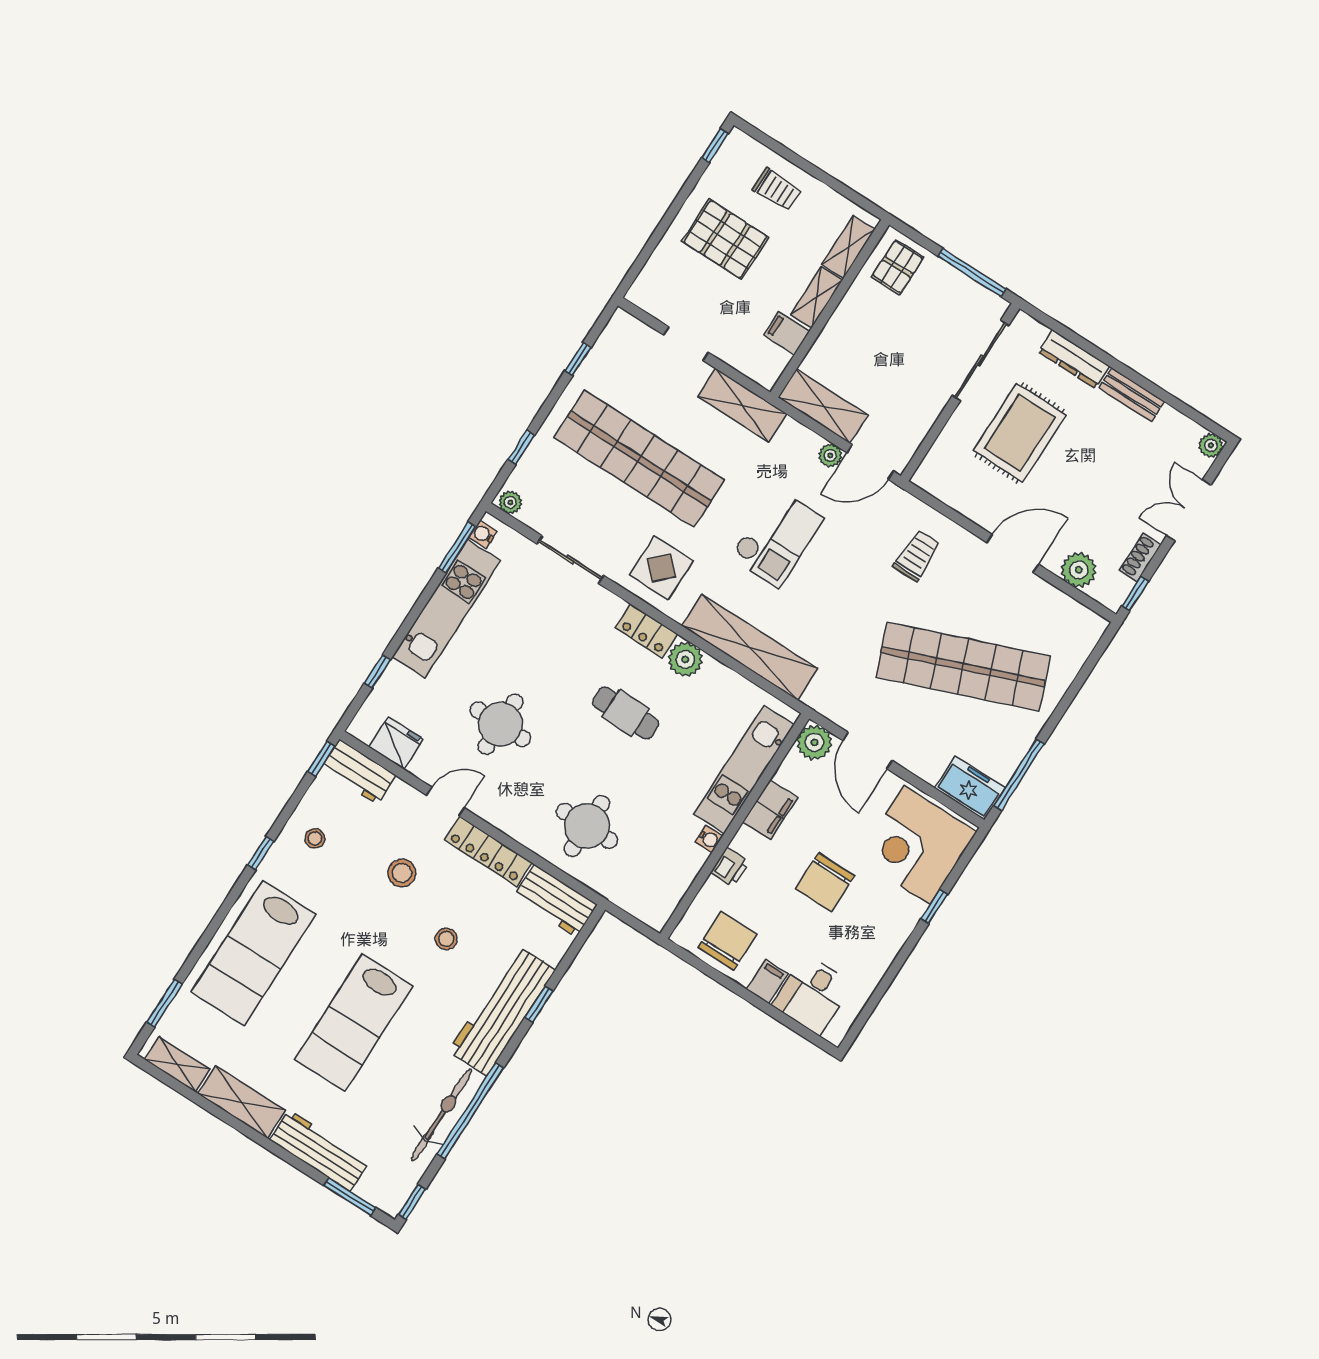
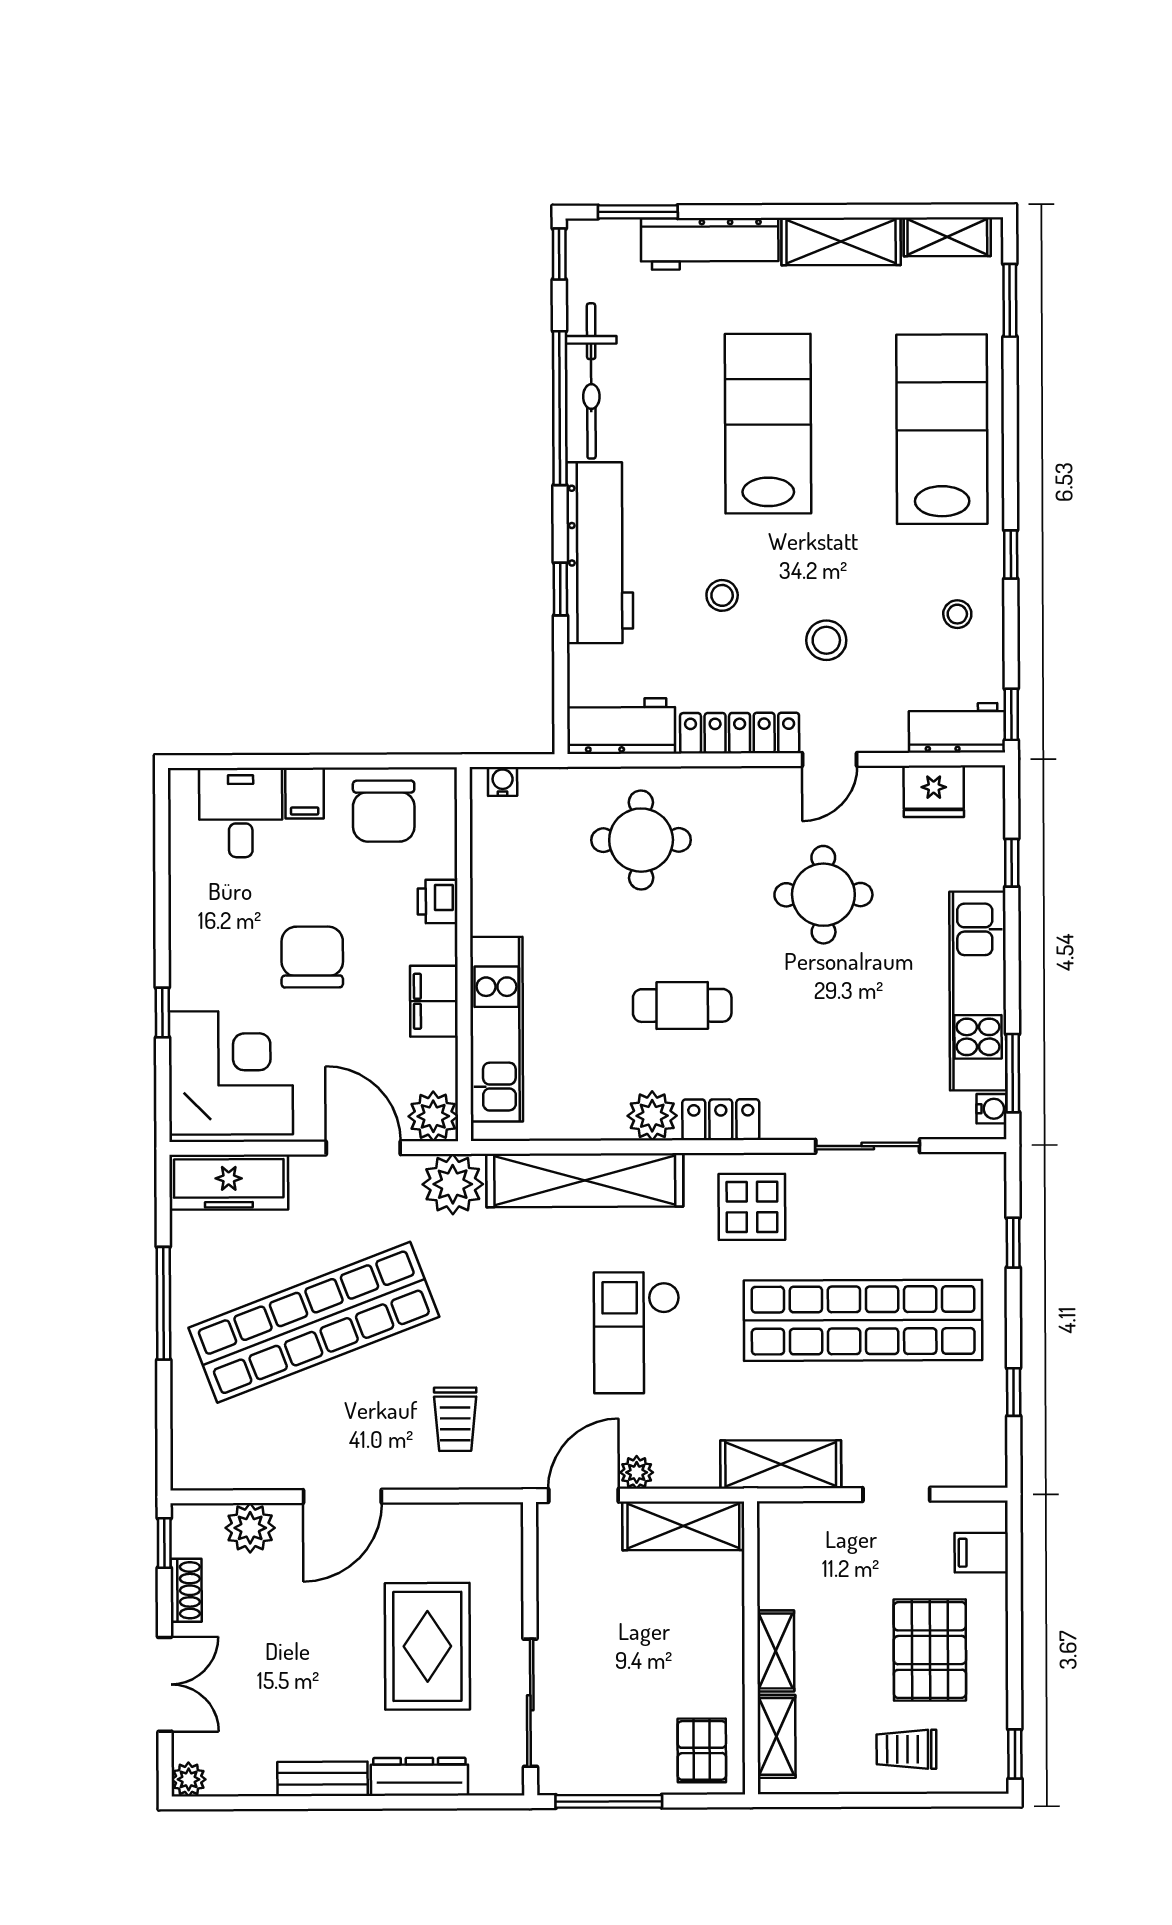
pallet: (725, 239) -> (930, 1650), turned 90
filing cabinet: (787, 333) -> (981, 1553), moved, turned 180
plant: (510, 502) -> (453, 1184), moved, width x1.88, depth x1.88
window: (1019, 775) -> (163, 1303), moved
freezer: (970, 788) -> (229, 1182), width x1.40
water cooler: (709, 839) -> (503, 781), moved, turned 90

